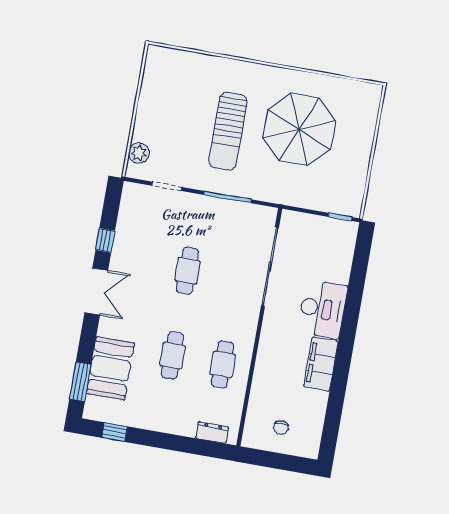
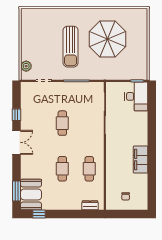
desk: (322, 309) -> (136, 96), moved
booth: (110, 368) -> (31, 194), moved

